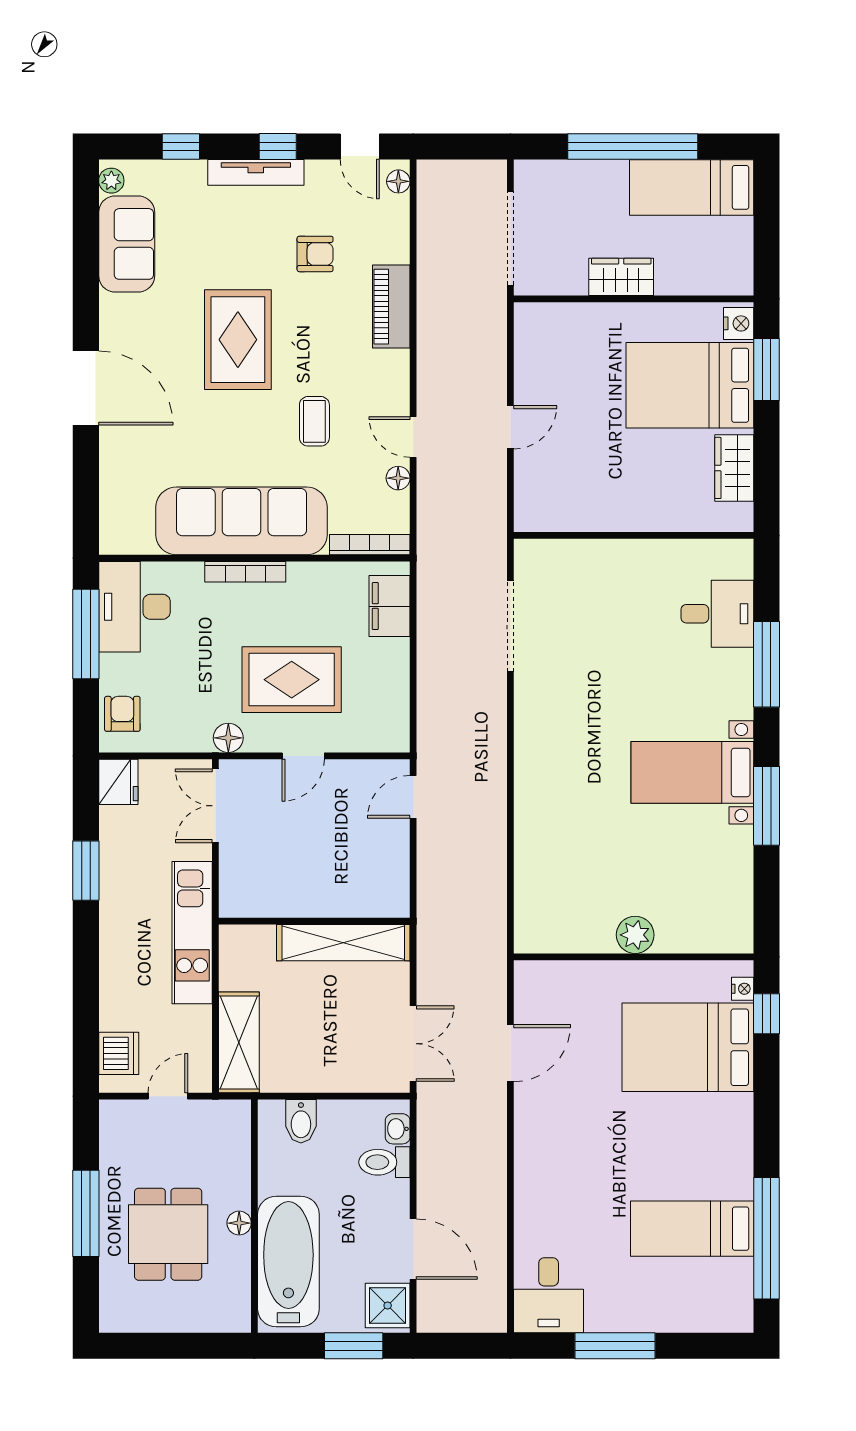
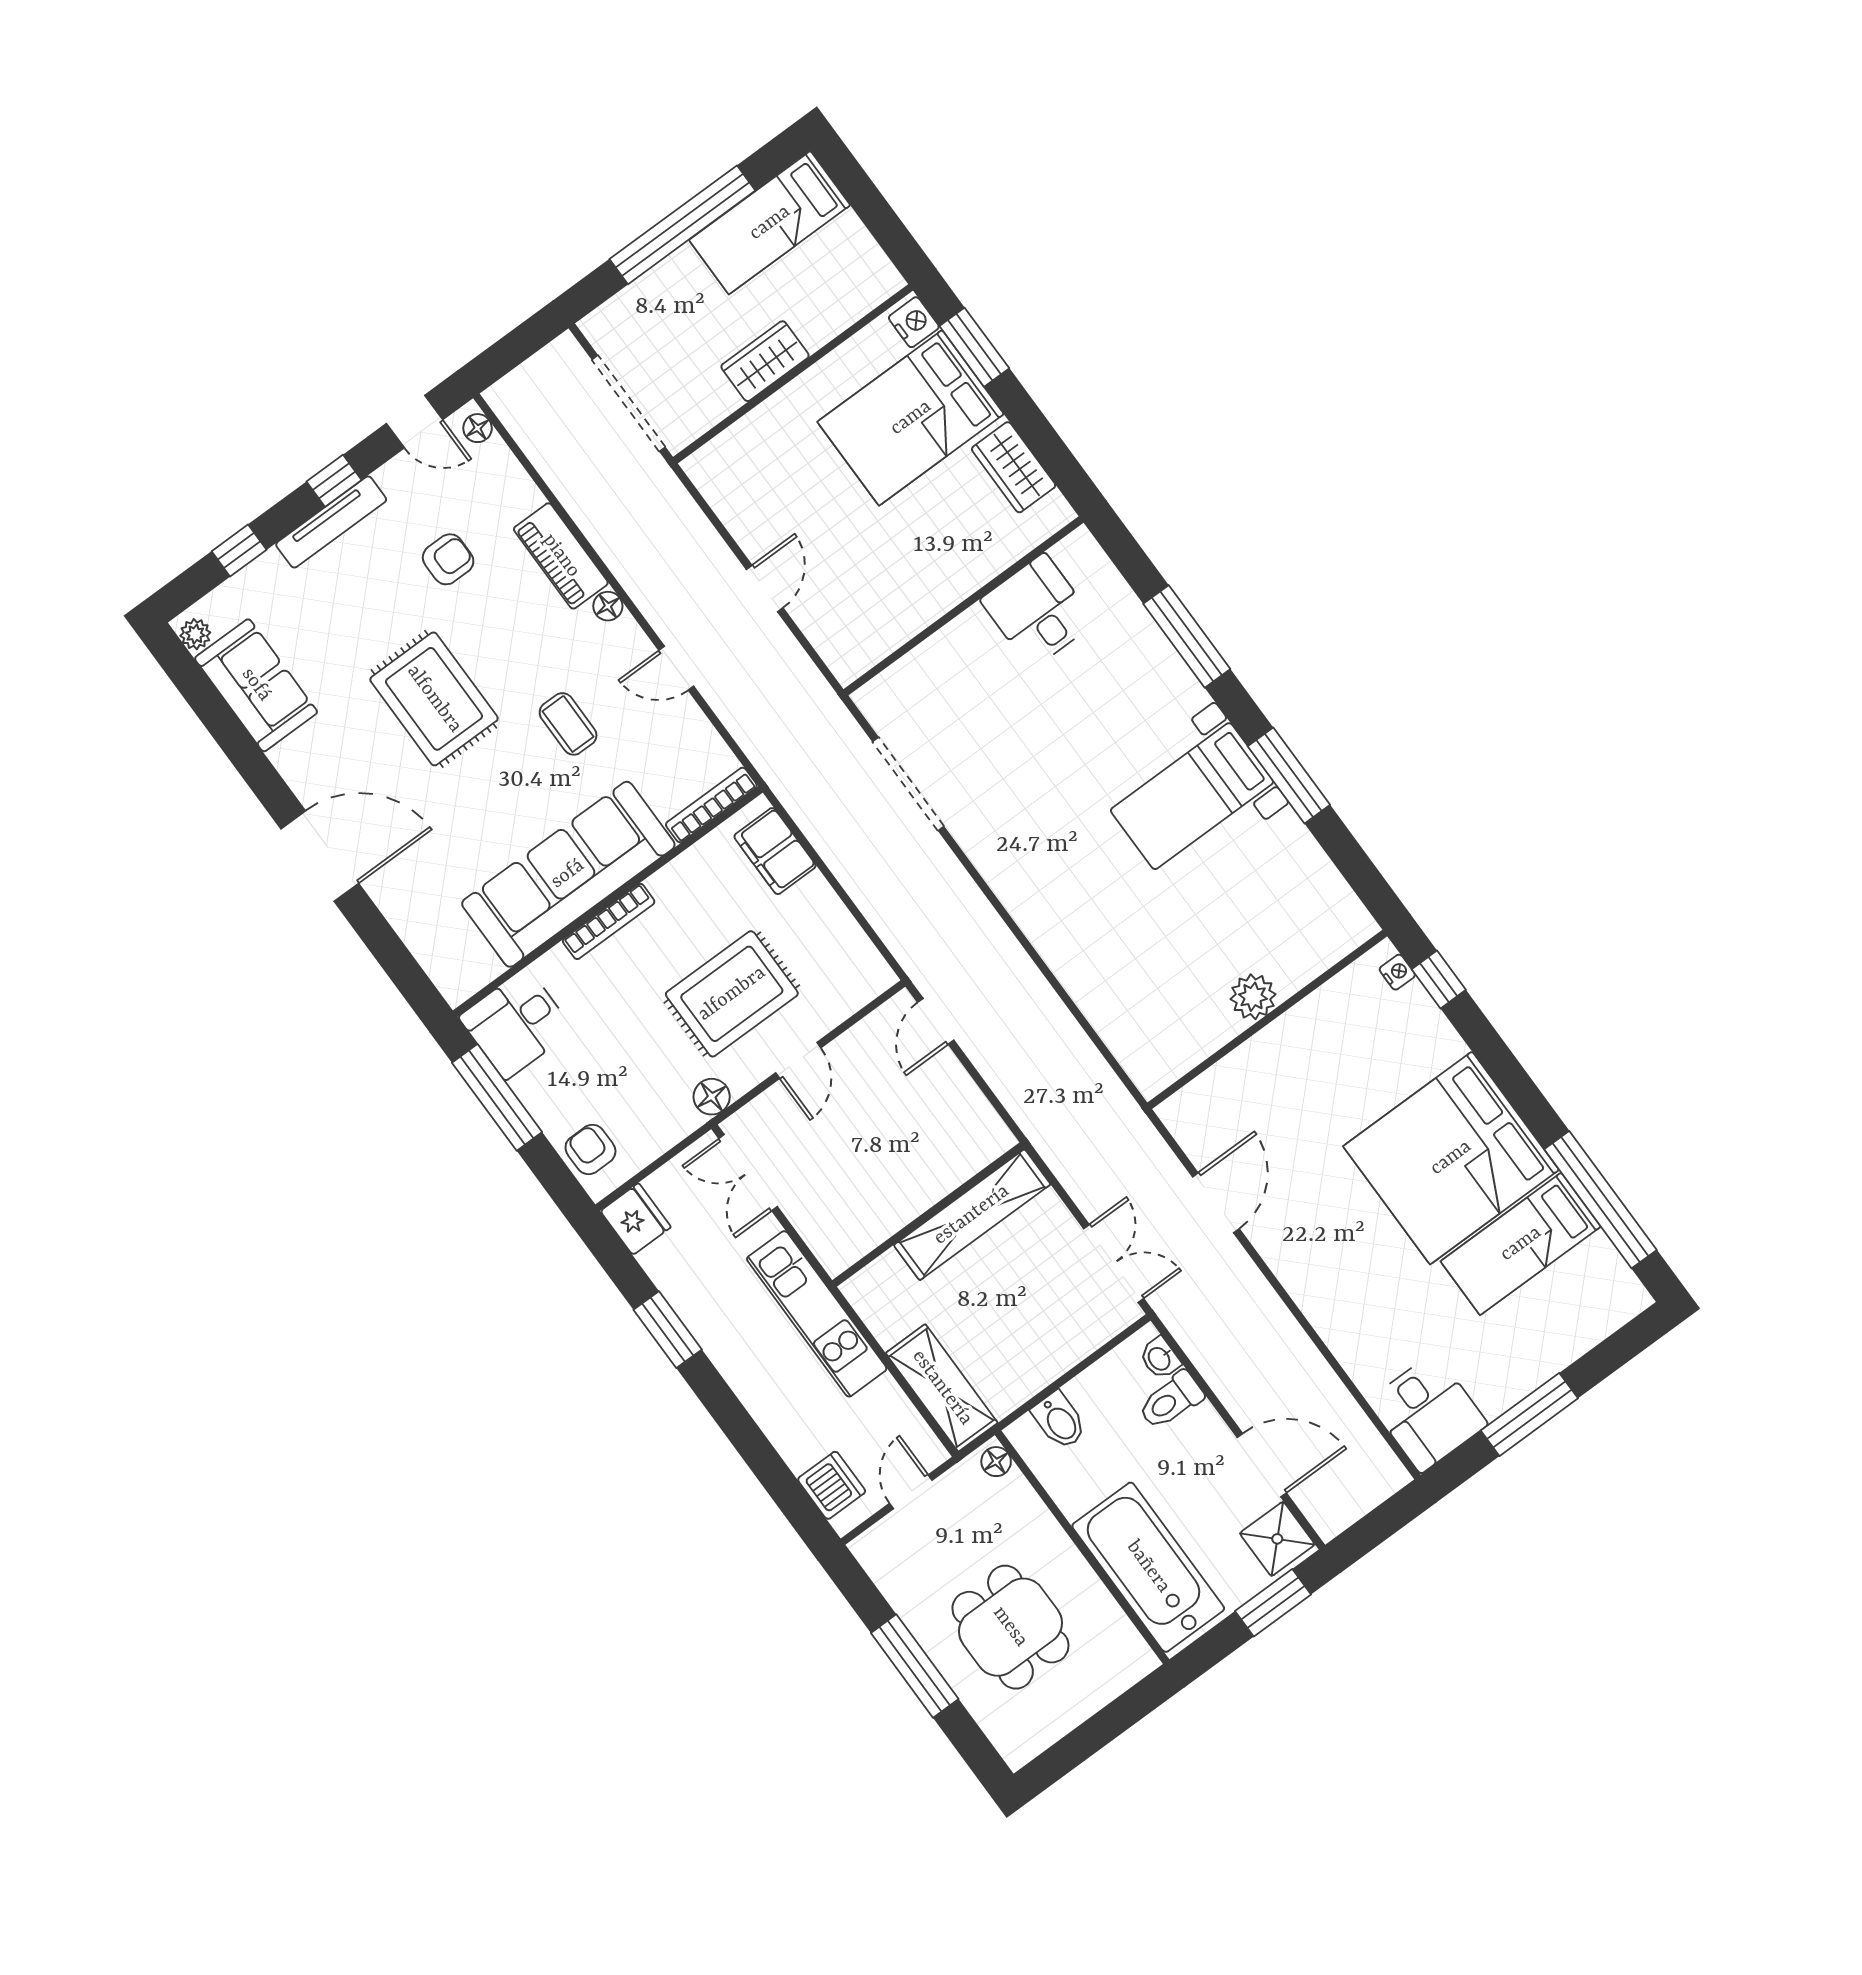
floor lamp: (398, 478) -> (608, 606), moved
desk: (134, 607) -> (516, 1024), width x0.73
desk: (717, 614) -> (1038, 611), moved, turned -90
bed: (688, 1047) -> (1451, 1158), moved, width x1.36
floor lamp: (239, 1223) -> (996, 1462), moved

